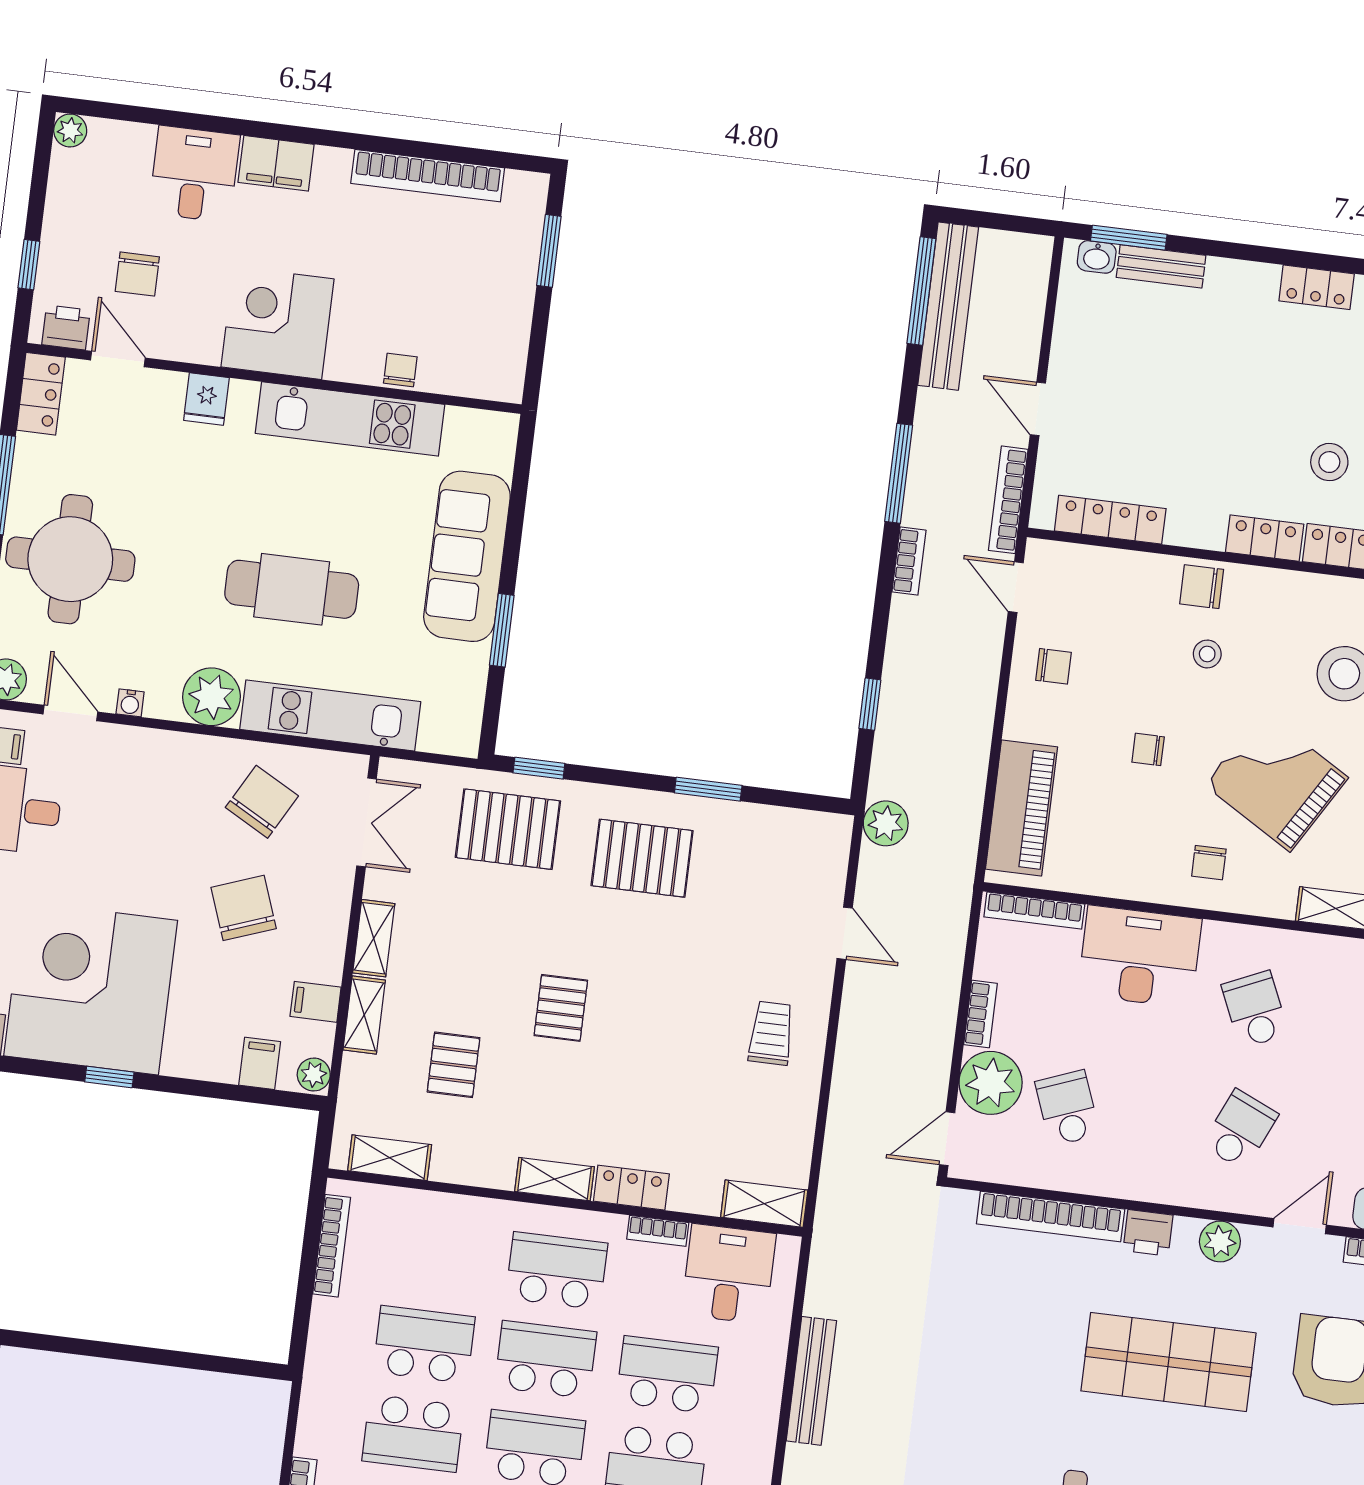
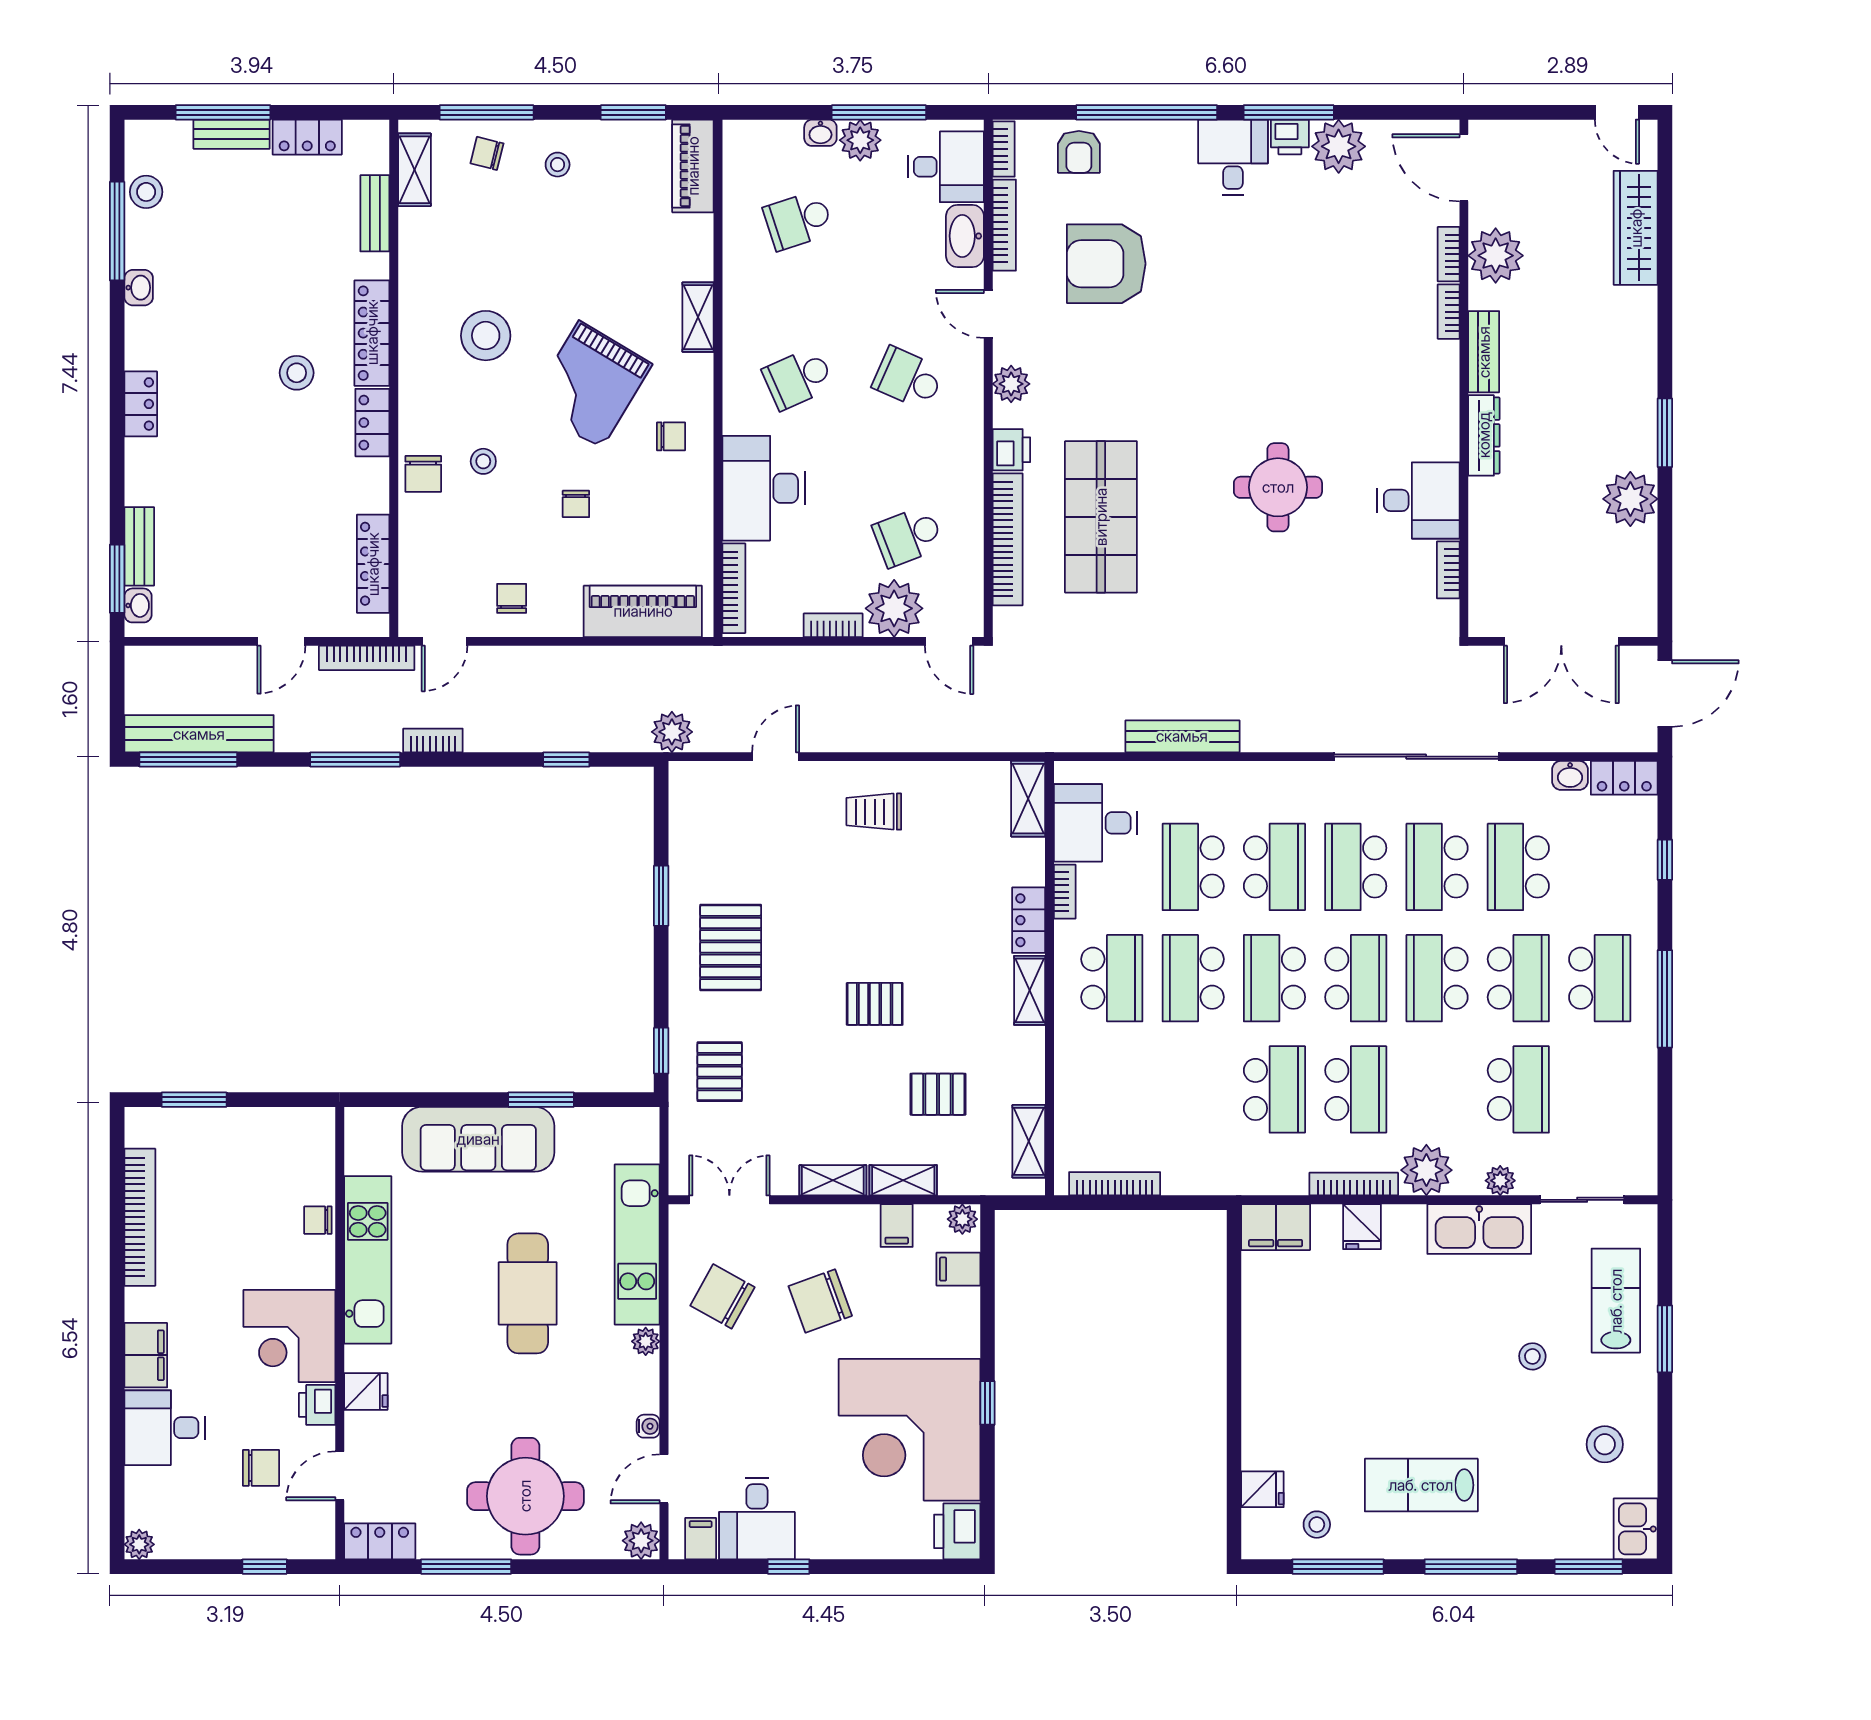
printer: (66, 327) -> (317, 1405), moved
plant: (211, 697) -> (646, 1341), width x0.53, depth x0.53
pallet: (508, 829) -> (720, 1072), width x0.67, depth x0.71
school desk: (557, 1271) -> (1112, 978), turned 180
school desk: (424, 1344) -> (1193, 1089), removed
shop shelf: (1168, 1362) -> (1101, 517), moved
filing cabinet: (262, 1416) -> (1276, 1227), added

